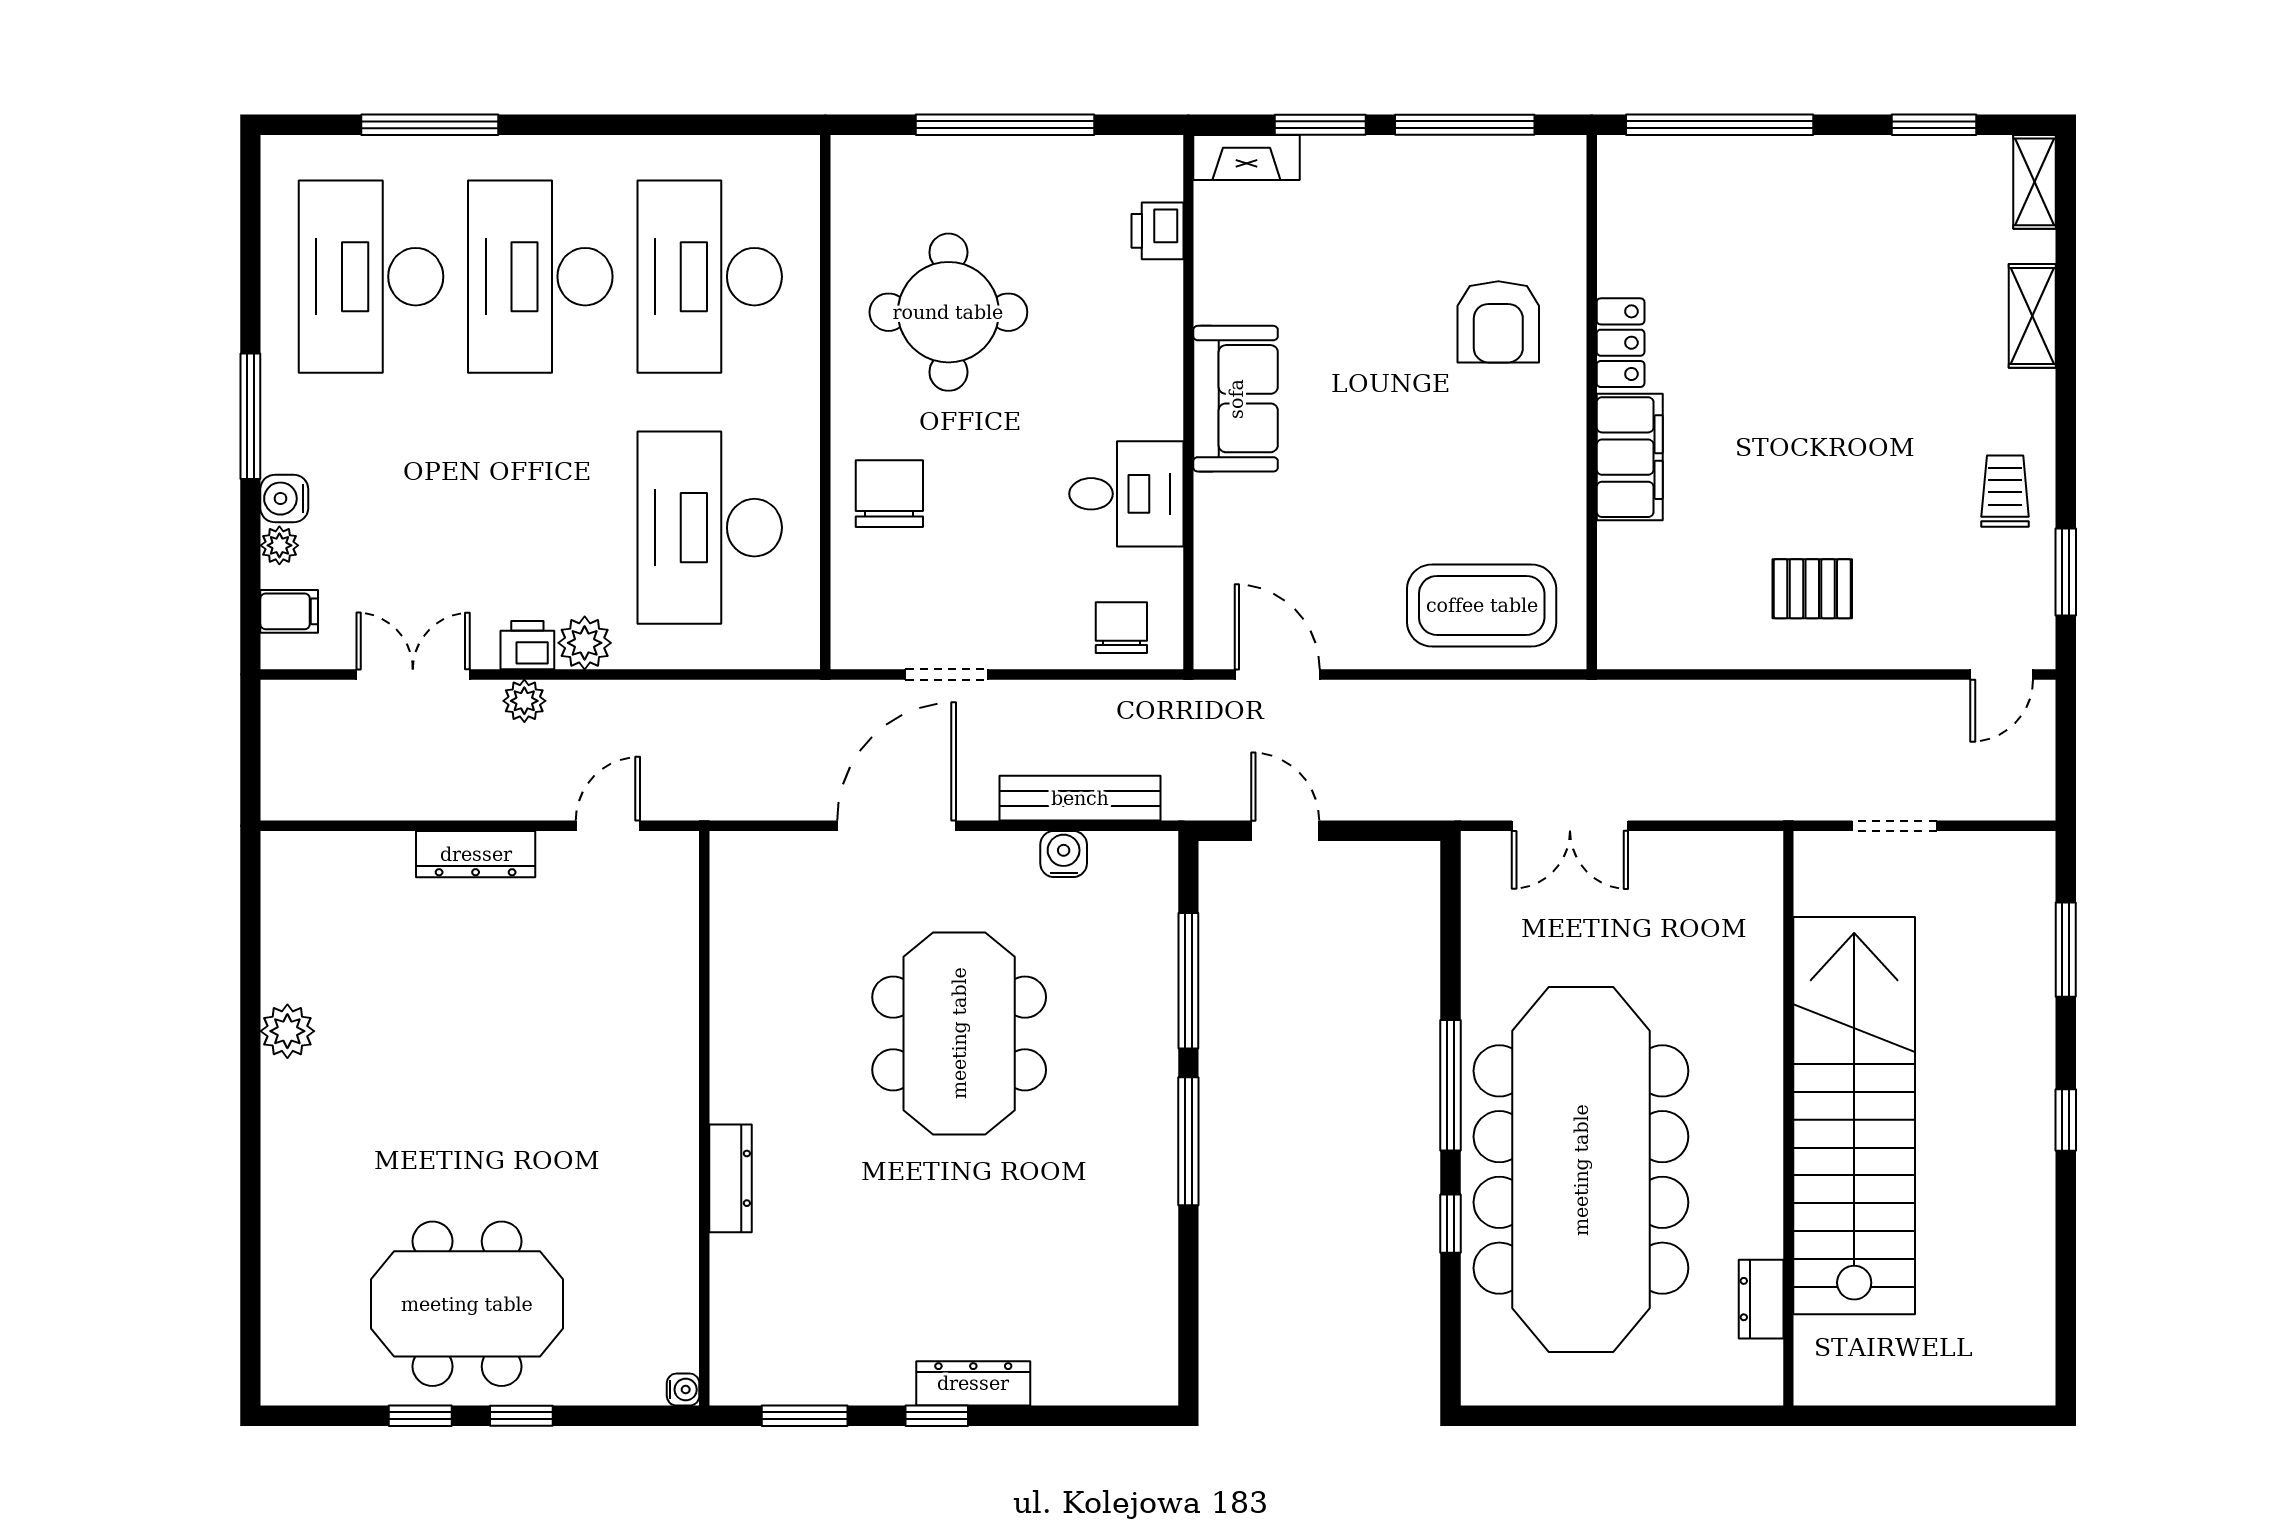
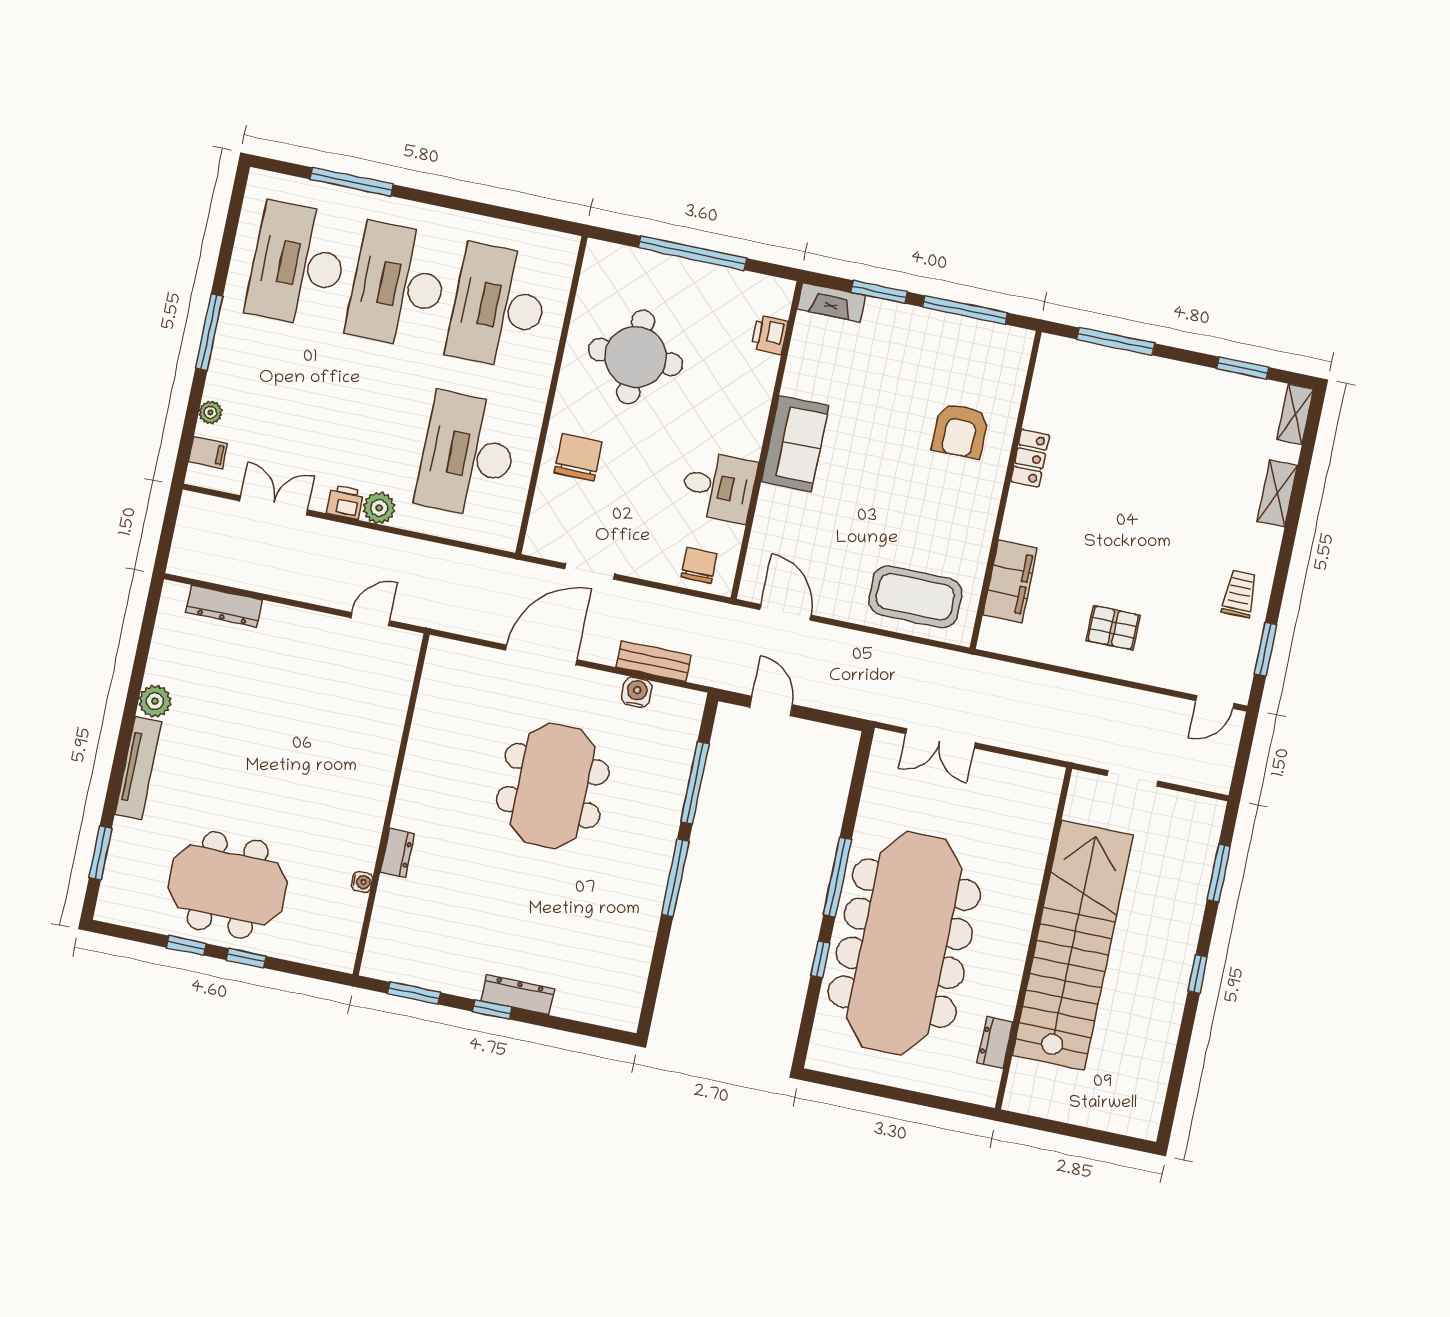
window: (1720, 125) -> (1116, 341), width x0.68
filing cabinet: (1630, 457) -> (1010, 581), moved
water cooler: (284, 499) -> (219, 385), removed
plant: (524, 701) -> (336, 535), removed
bench: (1080, 798) -> (653, 661), width x0.73
dresser: (476, 854) -> (224, 606), moved
tv unit: (283, 1145) -> (138, 768), added
dresser: (730, 1178) -> (397, 853), width x0.70
window: (250, 1295) -> (100, 853), added
water cooler: (683, 1390) -> (362, 882), moved

